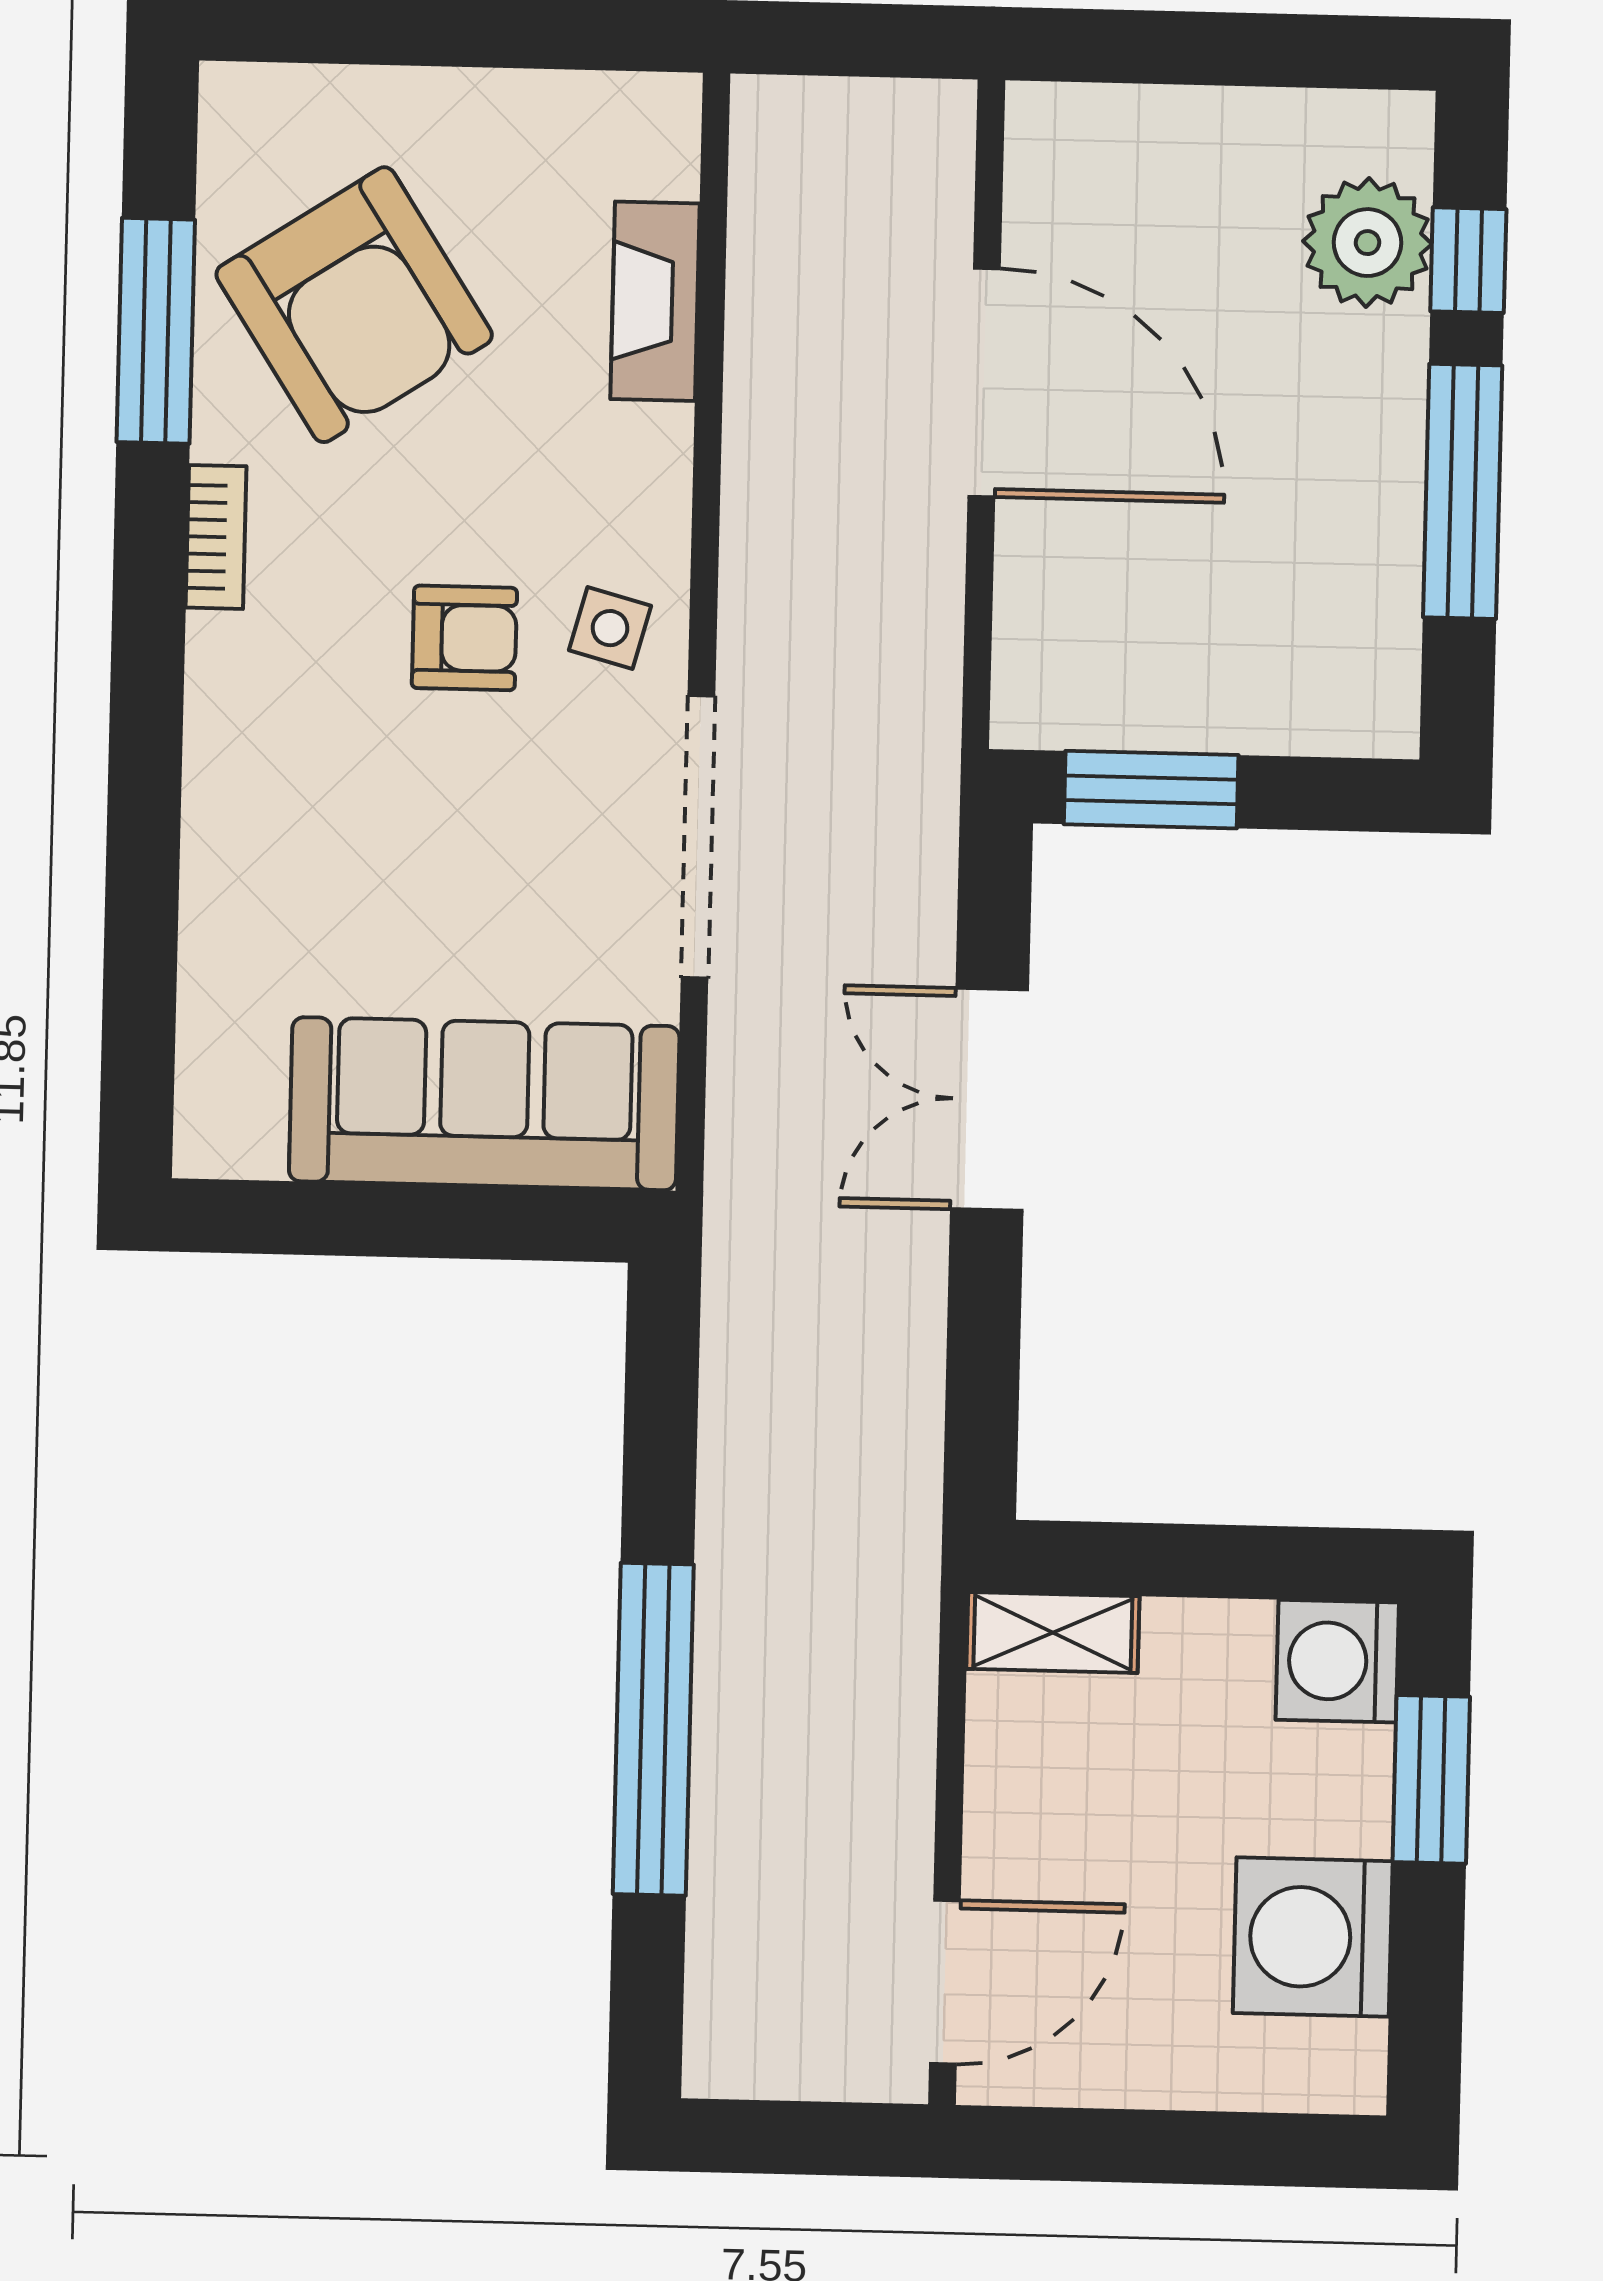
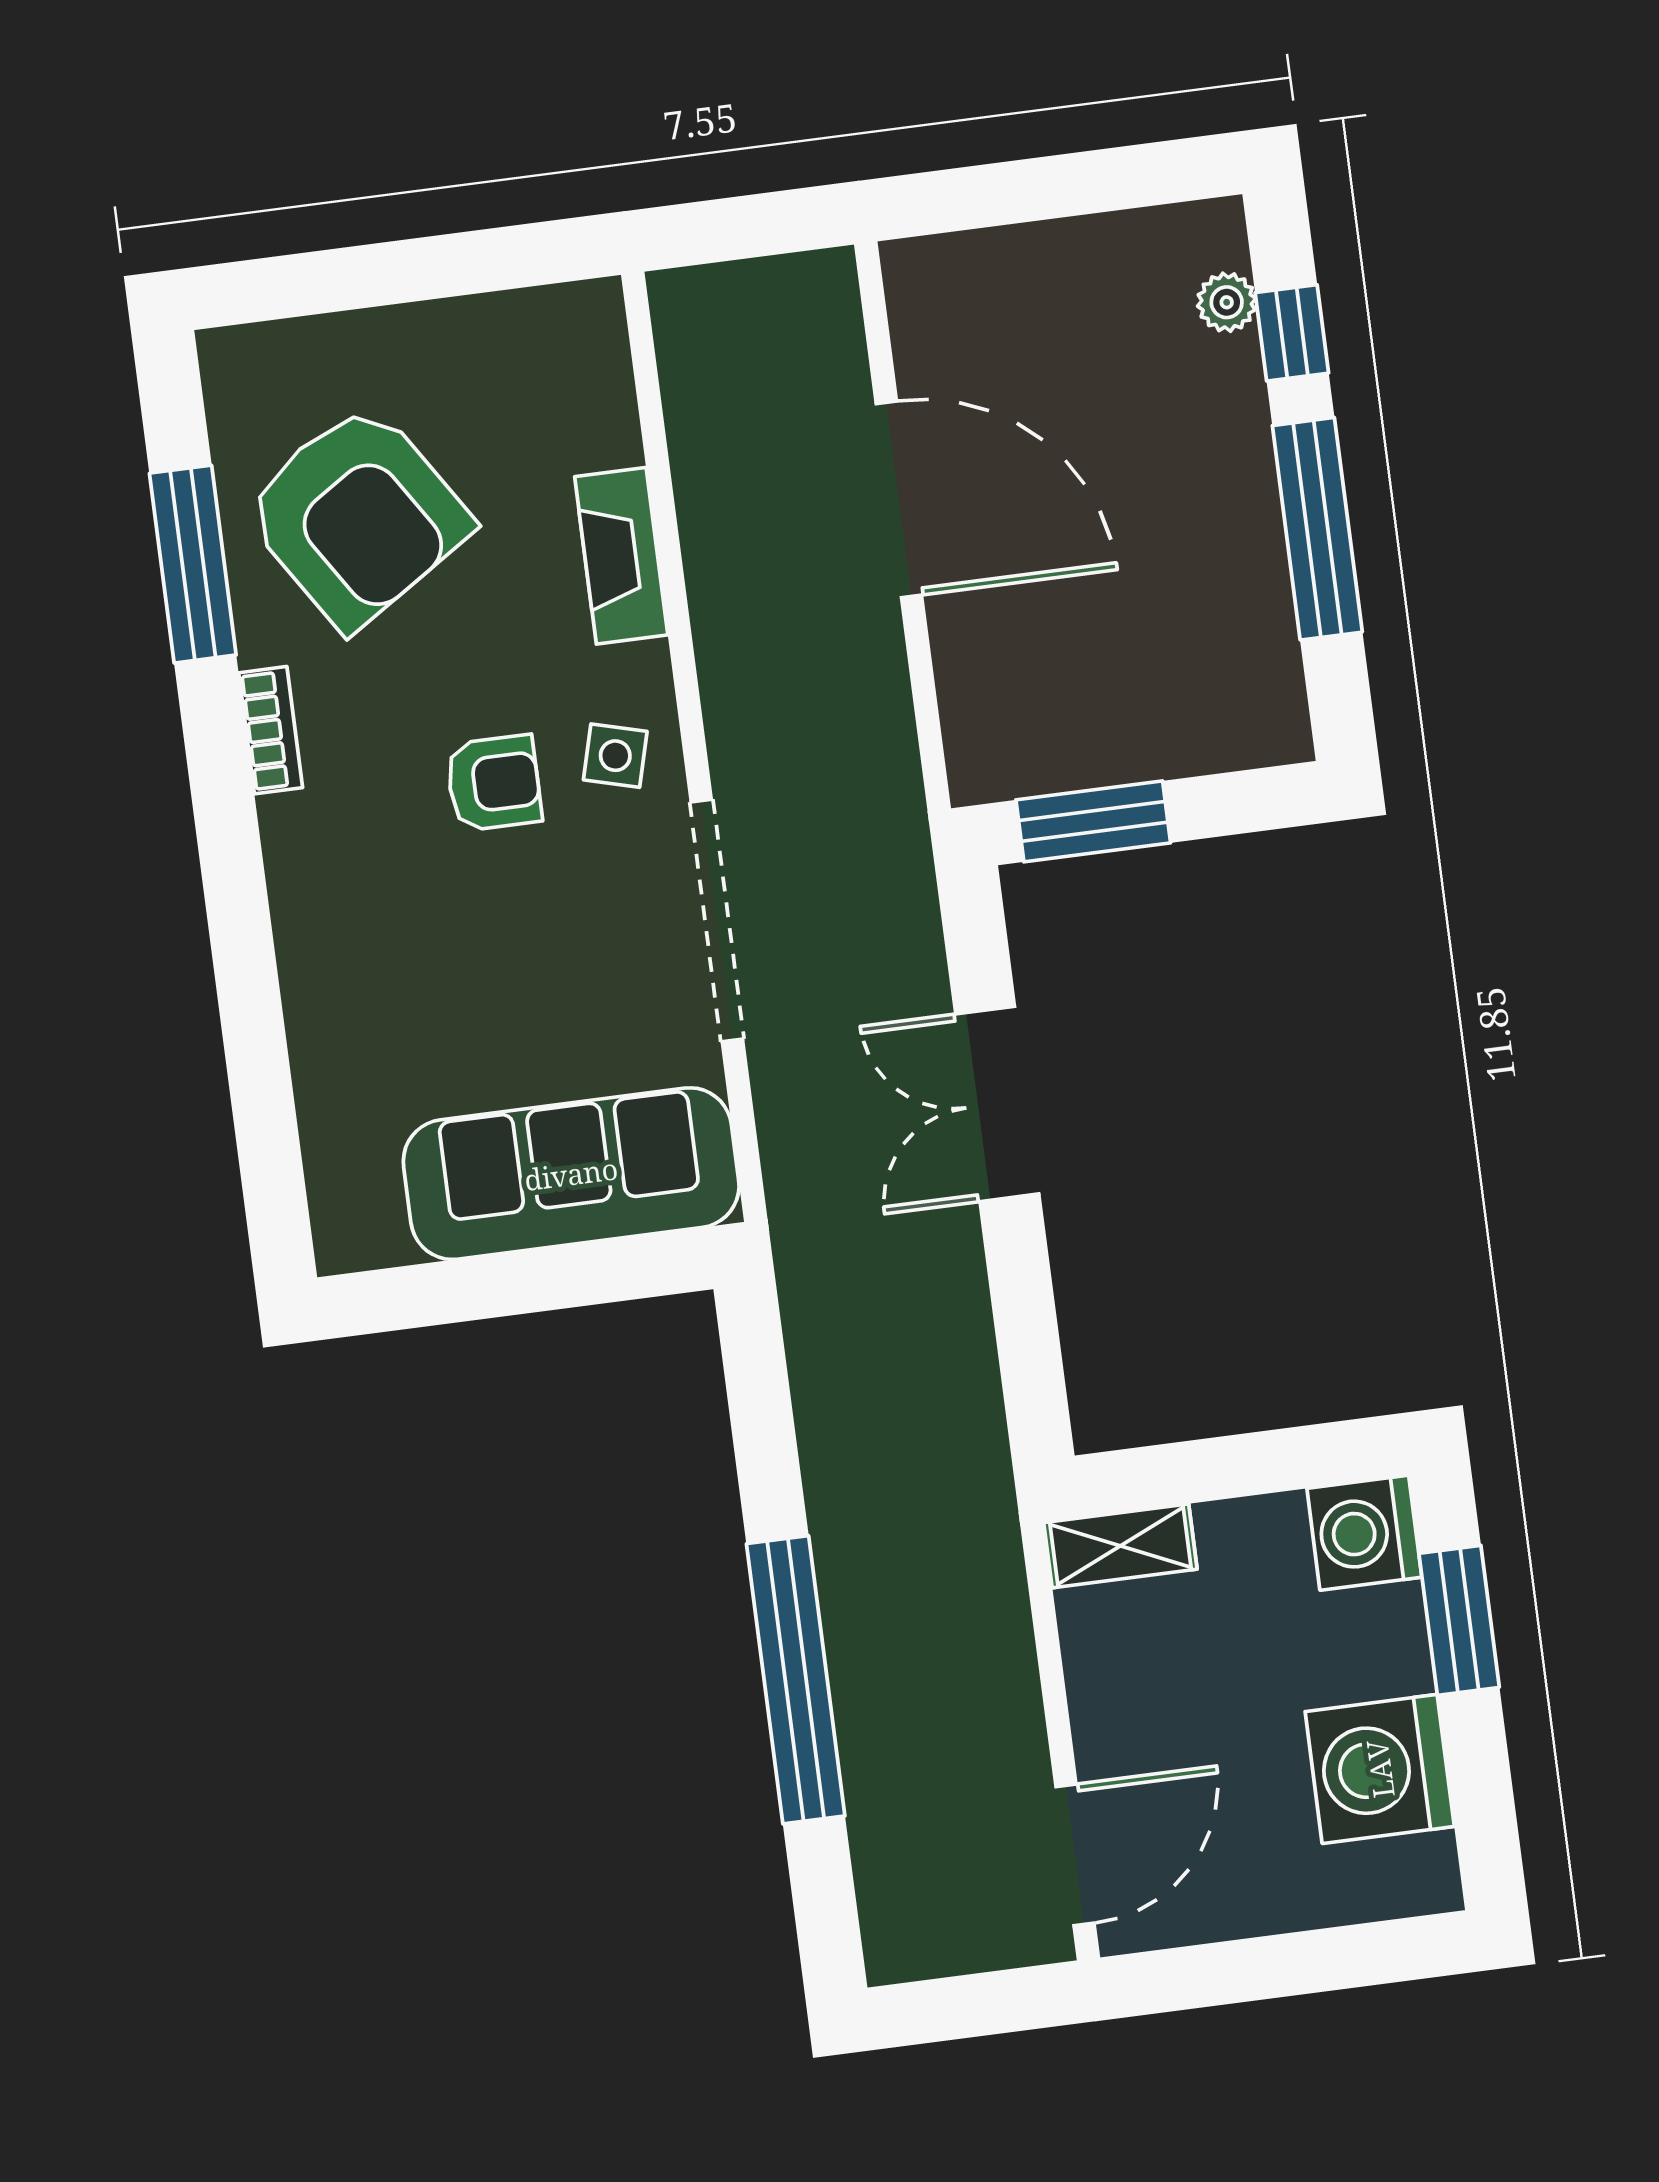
plant: (1368, 243) -> (1227, 302), width x0.53, depth x0.53
fireplace: (655, 301) -> (621, 556), moved

